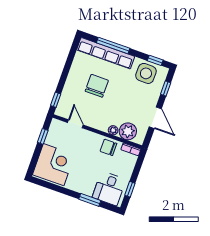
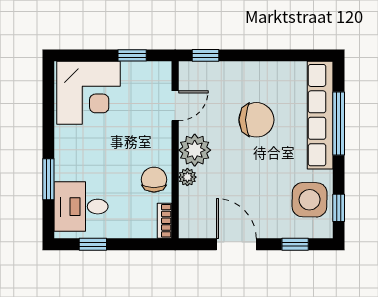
door: (155, 118) -> (236, 244), swing flipped
plant: (128, 131) -> (195, 150), moved

